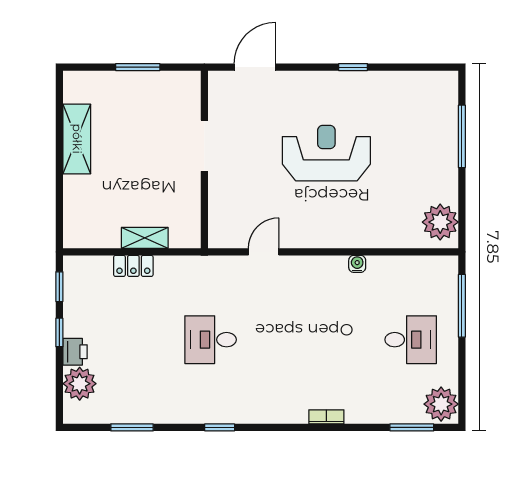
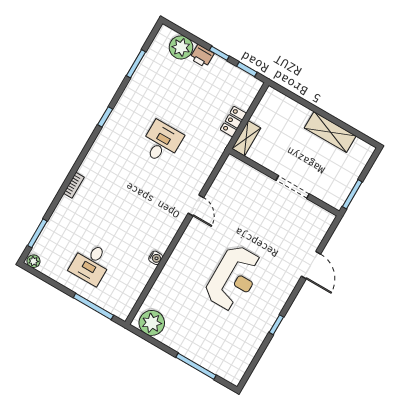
doorway: (204, 146) -> (293, 187), moved
wall: (204, 160) -> (284, 182), moved
plant: (441, 404) -> (33, 261), width x0.53, depth x0.53

